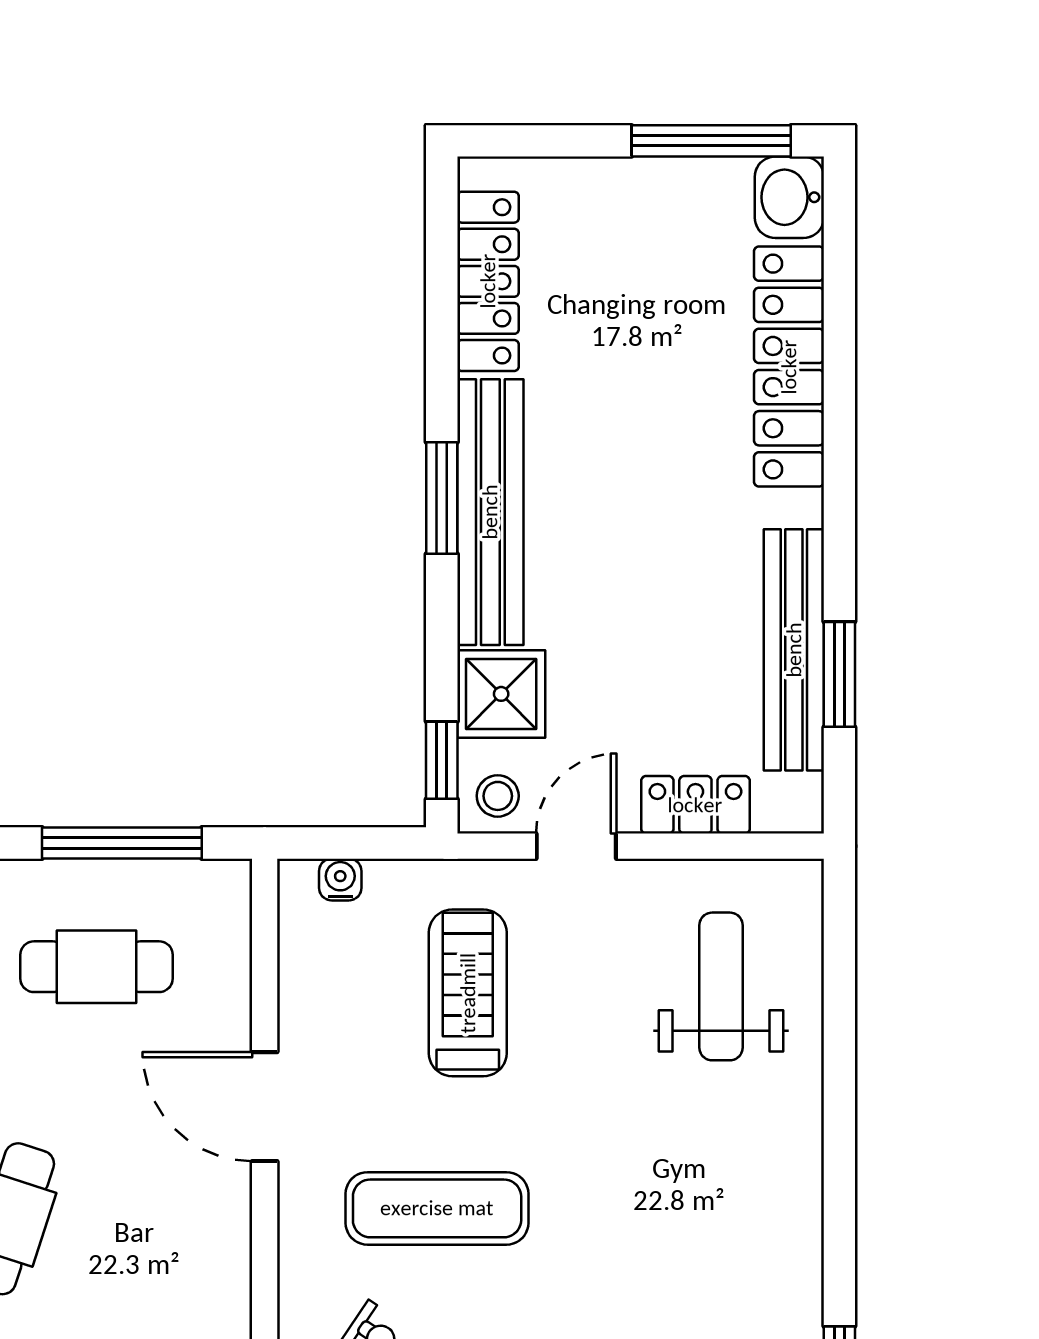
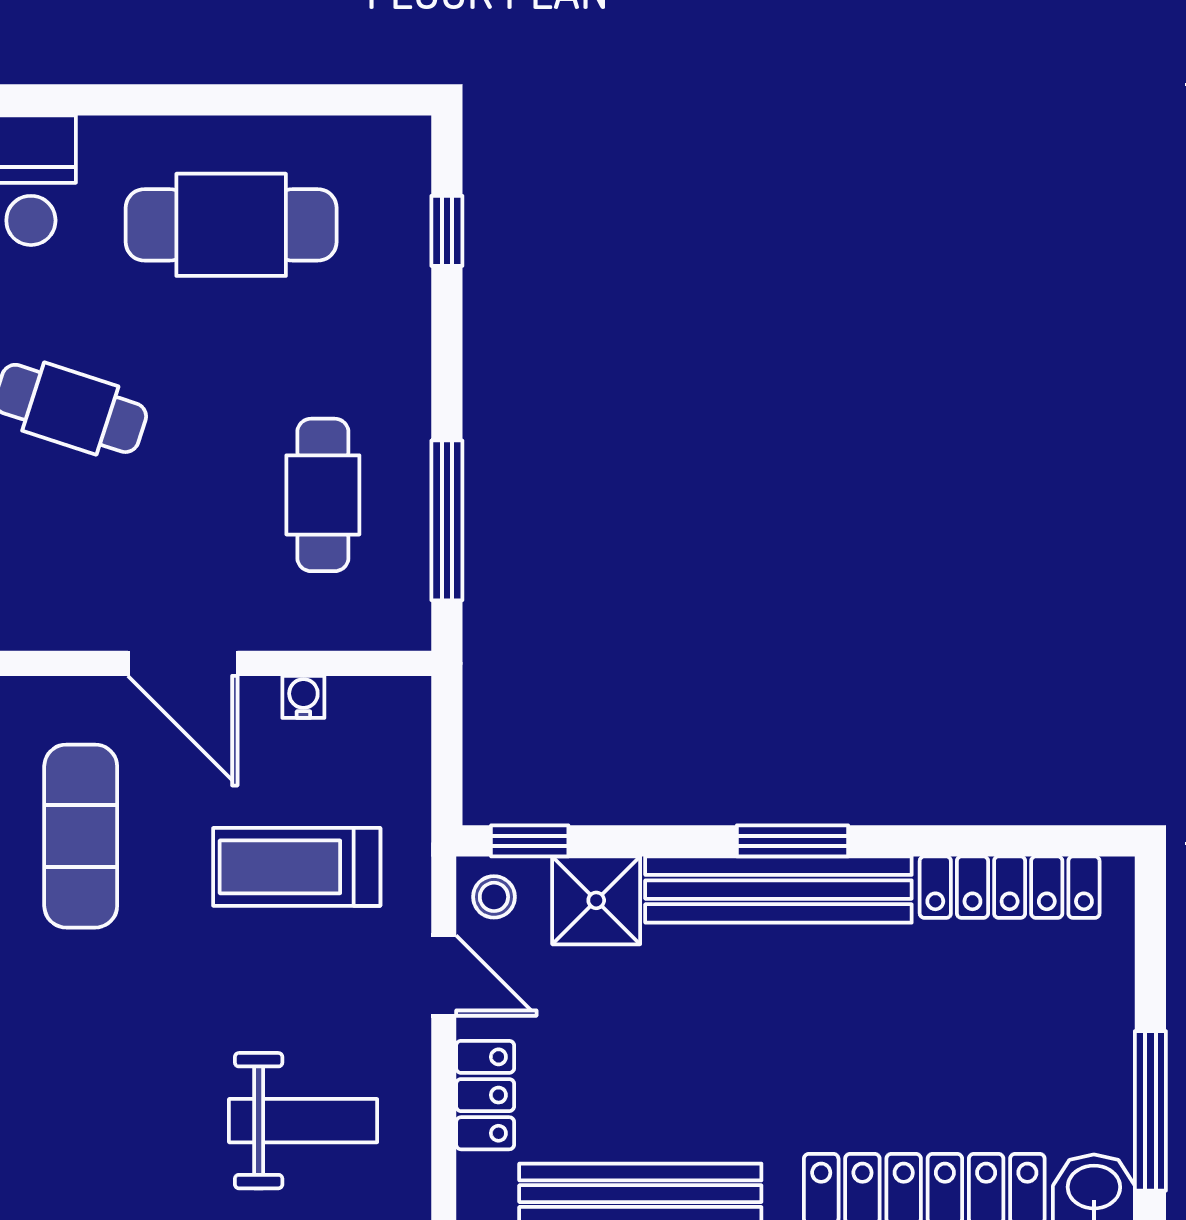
water cooler: (340, 880) -> (303, 697), moved, turned -90
treadmill: (468, 993) -> (297, 867), turned 180
door: (265, 1107) -> (183, 663), swing flipped

